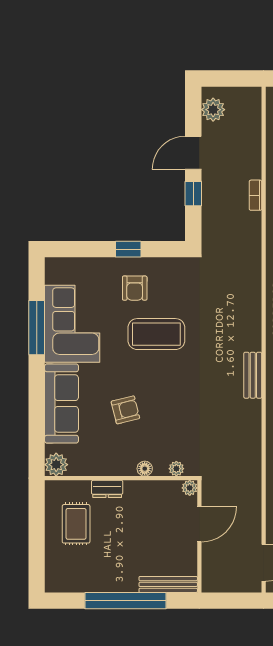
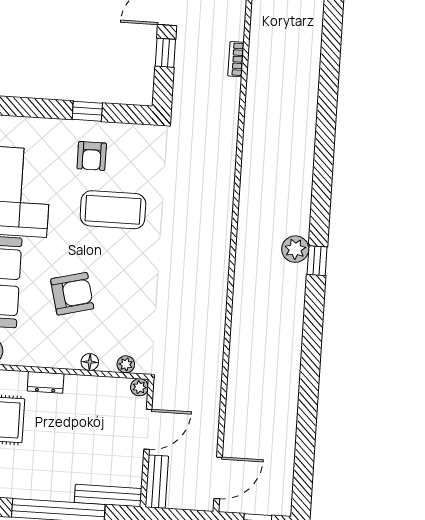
bench: (253, 375) -> (157, 482), moved
armchair: (125, 410) -> (72, 294), width x1.38, depth x1.38

